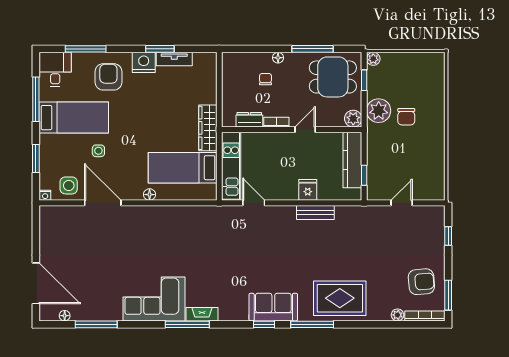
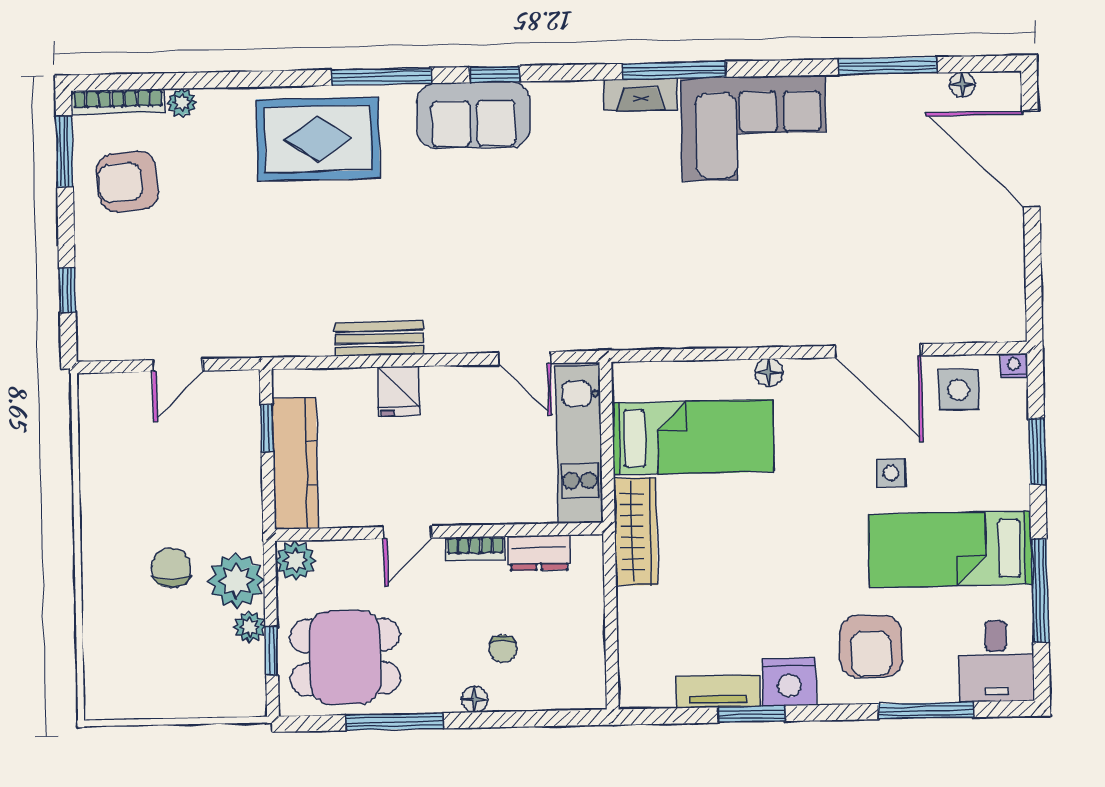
plant: (373, 59) -> (250, 627), moved

